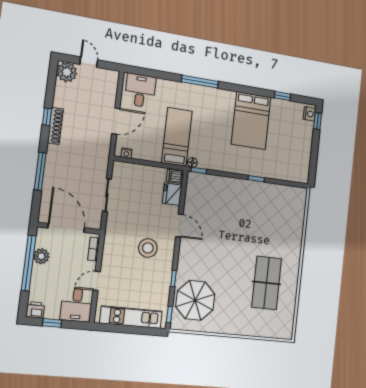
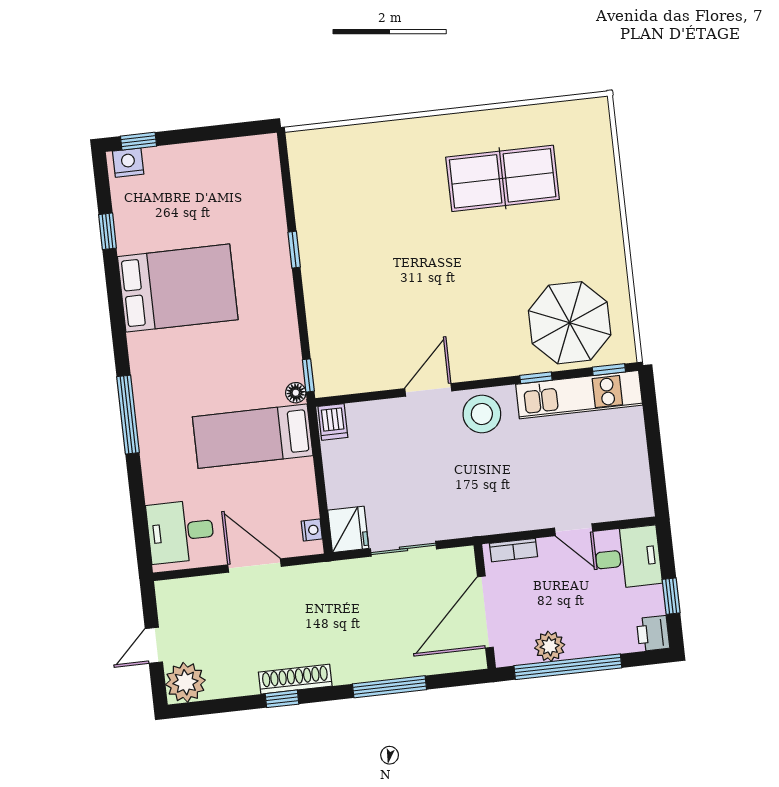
fridge: (172, 194) -> (348, 529), moved, turned -90
stool: (148, 248) -> (482, 414), moved
kitchen unit: (131, 317) -> (579, 395), moved, turned -90

